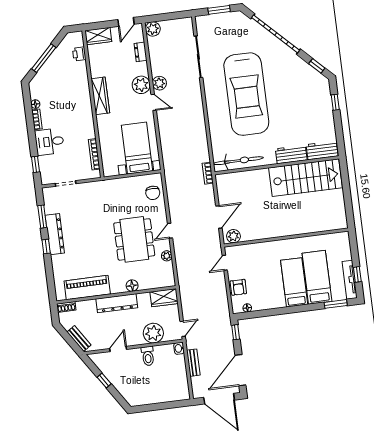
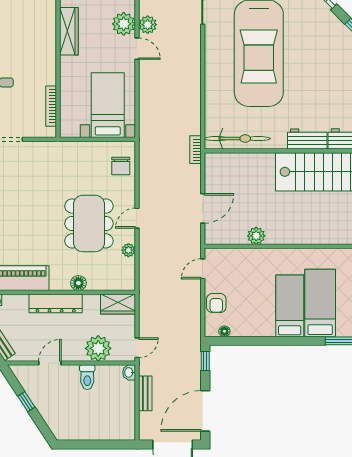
plant: (233, 236) -> (256, 236), moved

